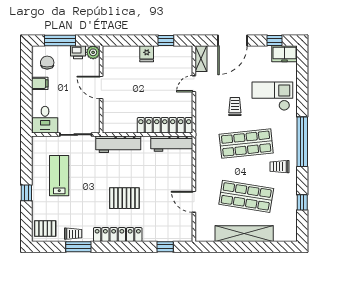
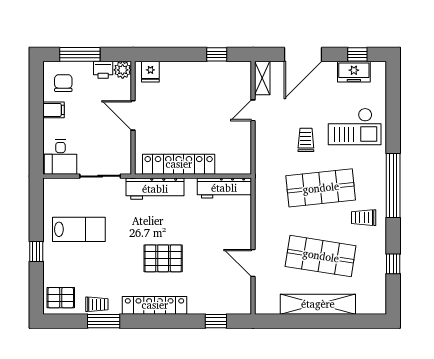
fridge: (147, 54) -> (150, 72), moved
freezer: (285, 54) -> (354, 72), moved
checkout: (272, 96) -> (355, 127), turned 180
locker: (165, 125) -> (179, 164), moved
lab bench: (59, 176) -> (79, 229), turned 90

